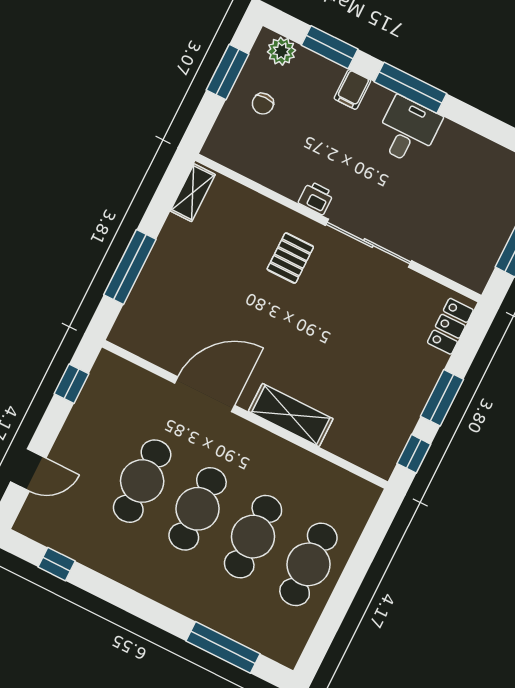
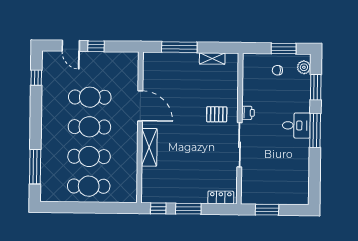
filing cabinet: (352, 90) -> (302, 106), removed
desk: (408, 130) -> (296, 125), moved
shelving: (193, 193) -> (212, 59), moved
window: (71, 384) -> (96, 46), moved

